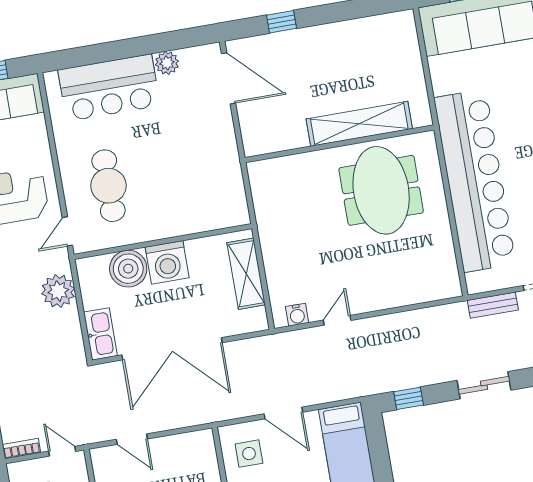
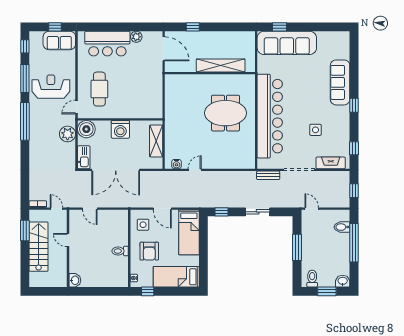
shelving: (359, 124) -> (221, 65), moved
wall: (339, 144) -> (210, 73), moved
meeting table: (381, 190) -> (225, 113), turned 90
boiler: (128, 269) -> (86, 129), moved

